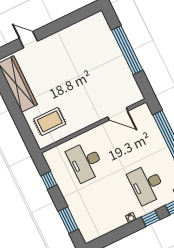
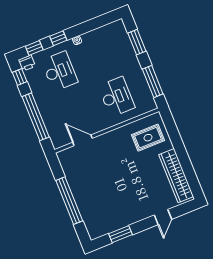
window: (71, 19) -> (120, 234), added
door: (28, 40) -> (163, 217), hinge flipped
window: (49, 180) -> (153, 81), width x2.17

